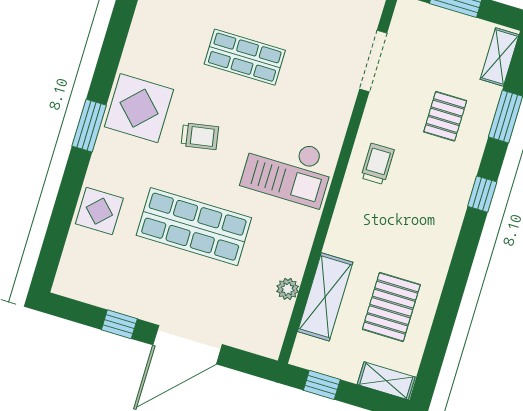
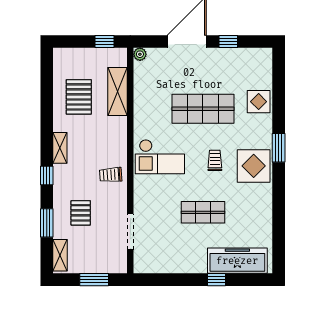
trolley: (200, 136) -> (215, 160), turned 100
trolley: (377, 164) -> (111, 175), turned 86
checkout: (288, 169) -> (160, 157), turned 180
plant: (288, 289) -> (140, 54), moved
shelving: (386, 381) -> (60, 148), moved, turned 90

